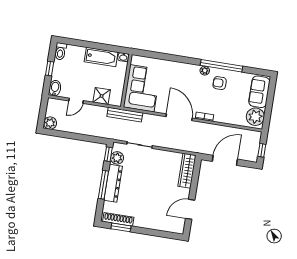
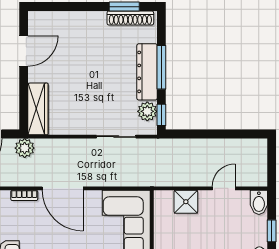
bench: (125, 115) -> (146, 179), removed
plant: (50, 123) -> (25, 148), moved

